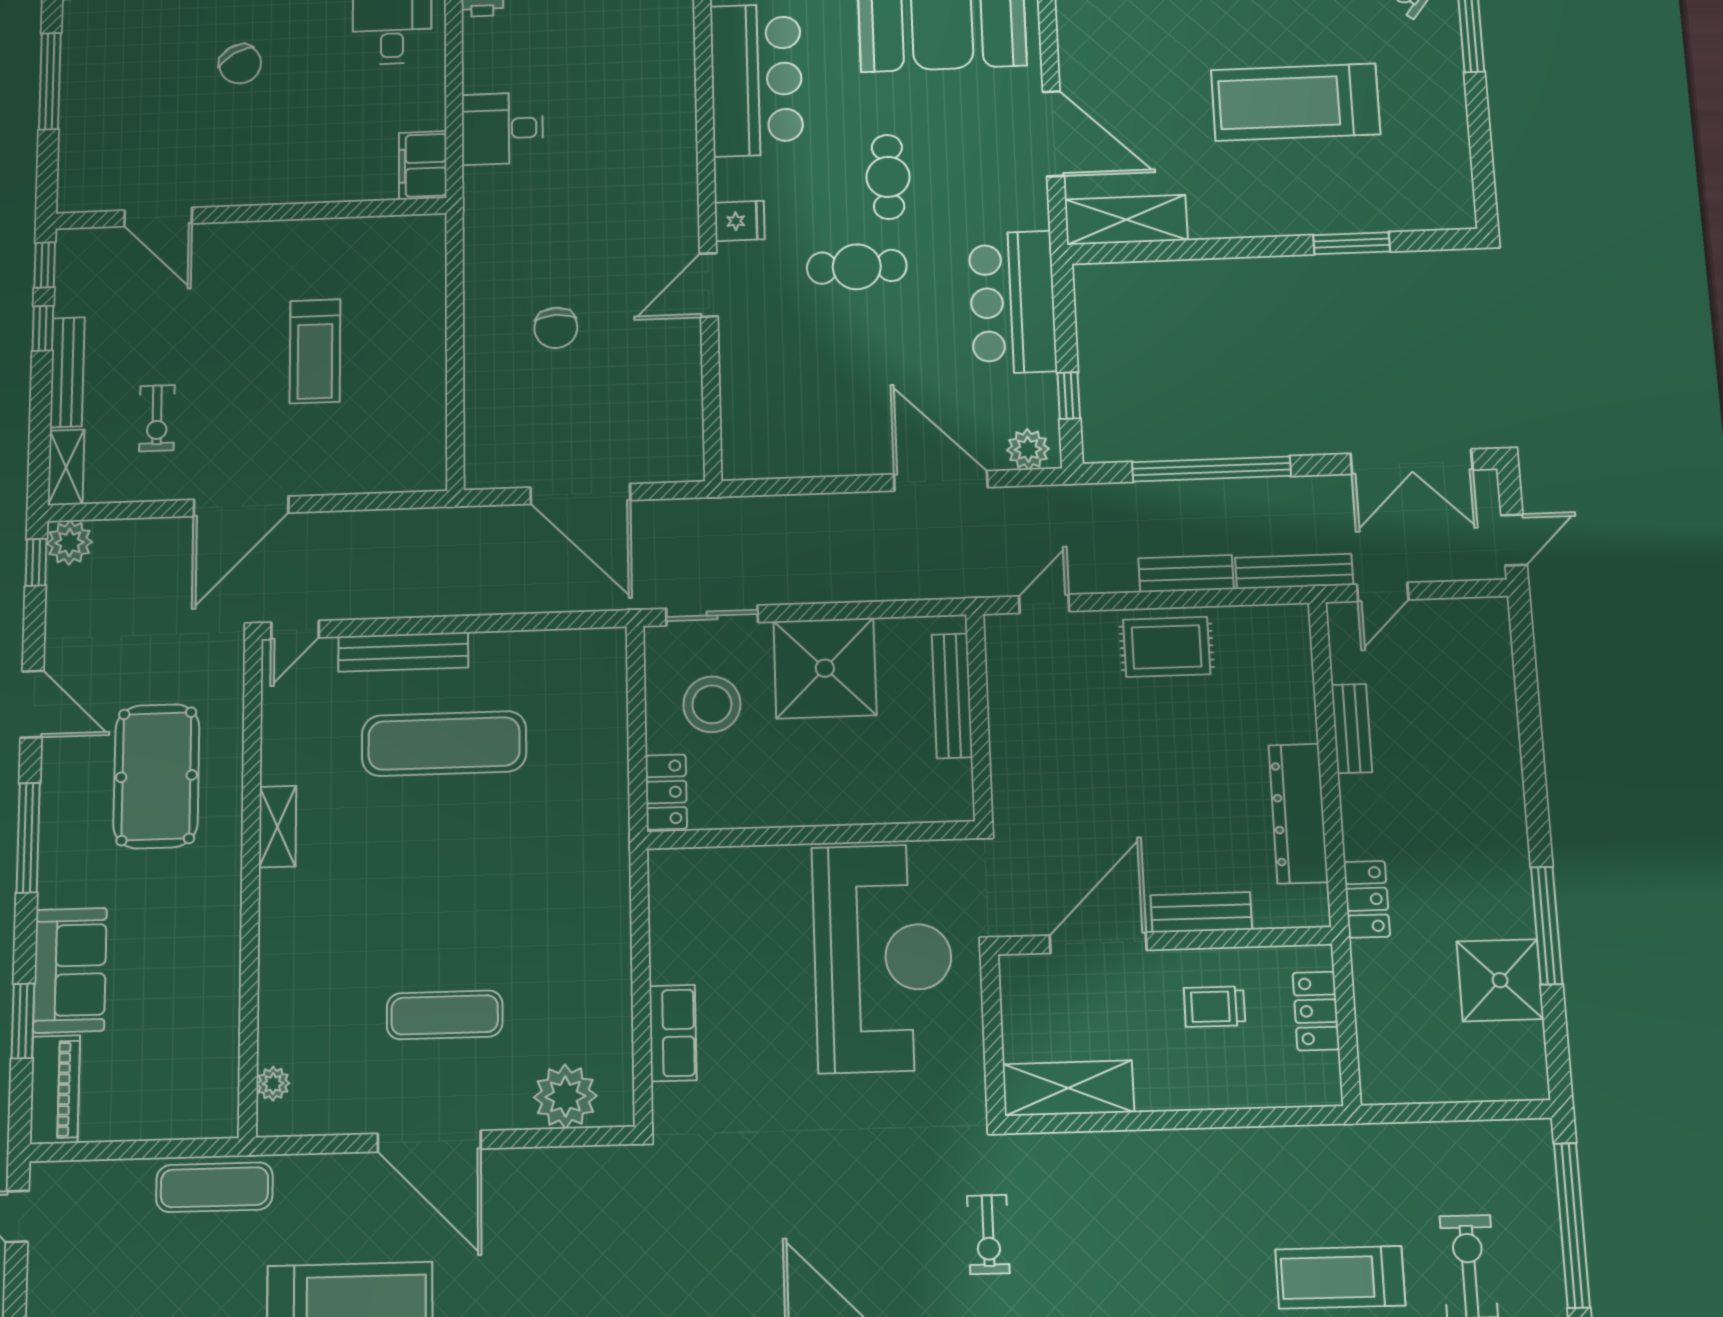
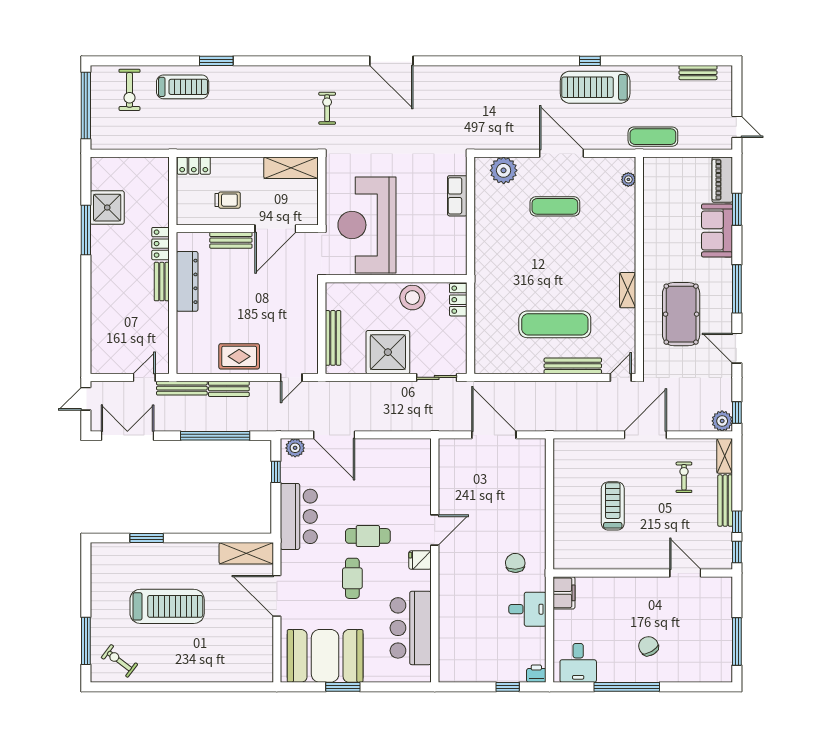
chair: (556, 328) -> (515, 563), moved
stool: (712, 704) -> (412, 298), moved
bench: (1352, 728) -> (162, 282), moved
locker: (1316, 1011) -> (194, 166), moved, turned 90

